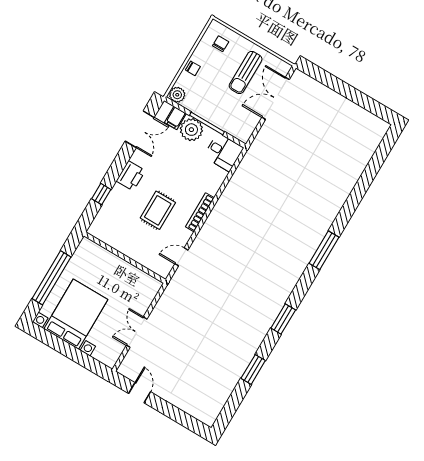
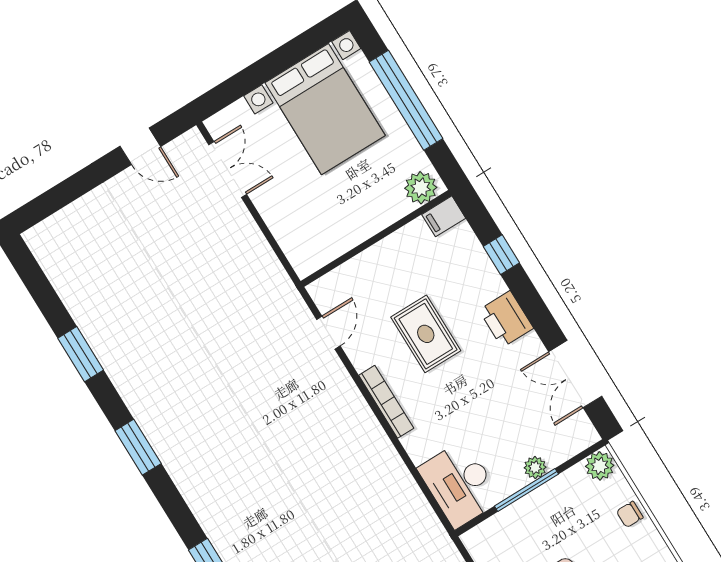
filing cabinet: (175, 118) -> (444, 216), moved, turned -90
plant: (191, 130) -> (535, 468), width x0.53, depth x0.53
desk: (223, 152) -> (460, 484), width x1.37
plant: (90, 249) -> (421, 188), added
double door: (137, 332) -> (228, 169), moved

